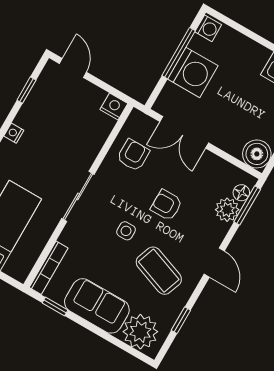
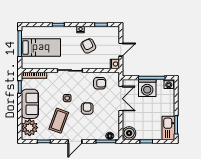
door: (73, 68) -> (121, 50), moved
double door: (184, 132) -> (121, 99), swing flipped
armchair: (52, 136) -> (88, 46), added
plant: (227, 210) -> (99, 134), removed

